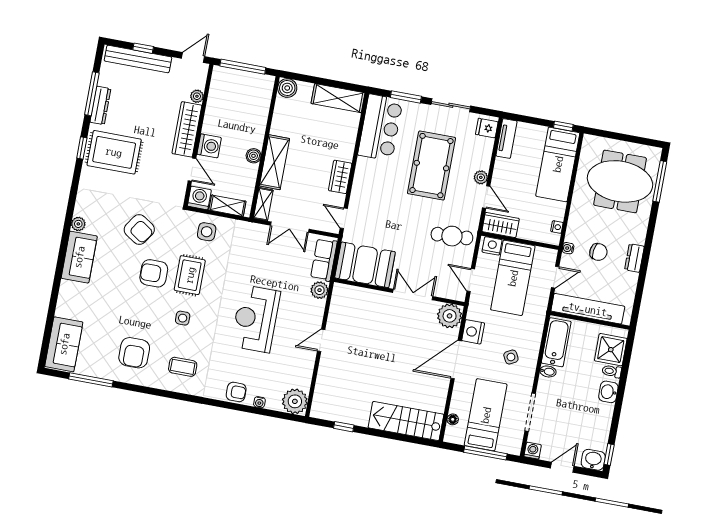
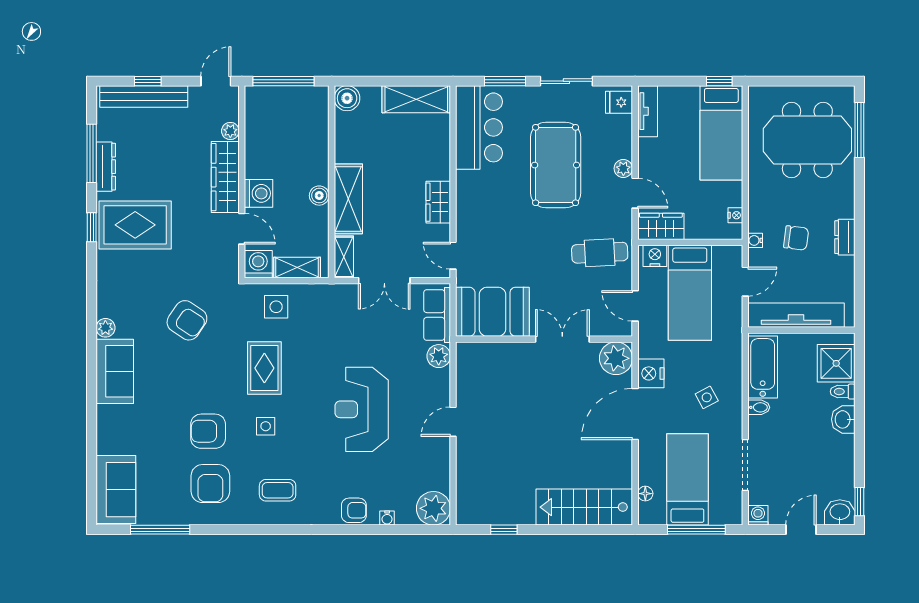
armchair: (154, 273) -> (208, 431), moved

